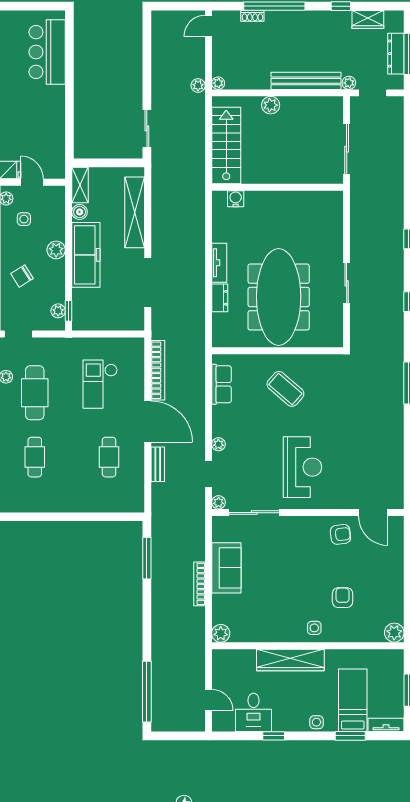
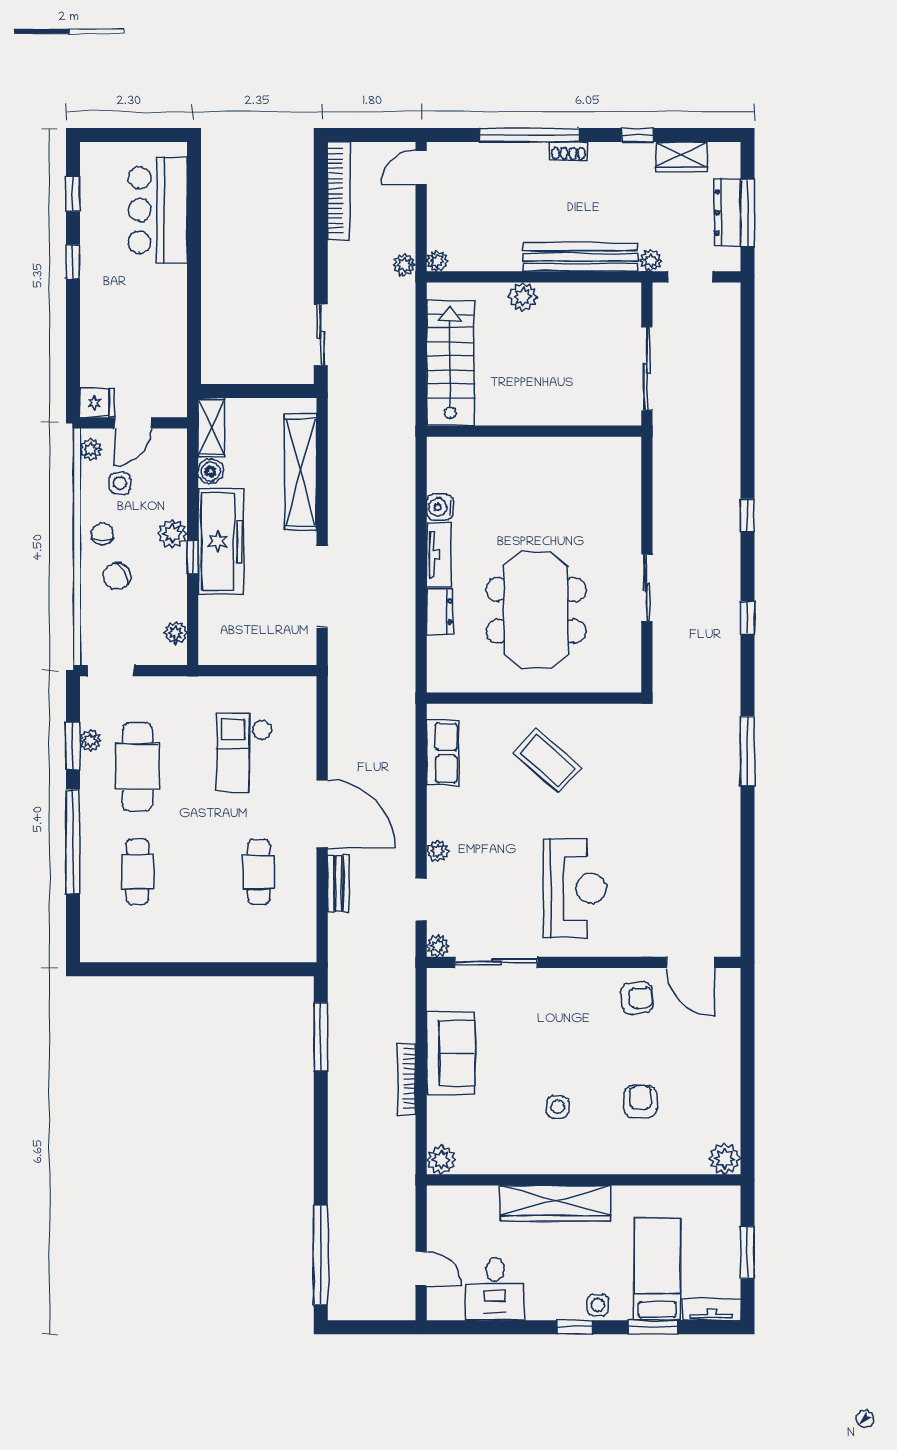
shoe rack: (252, 16) -> (568, 151), moved
door: (32, 182) -> (133, 423), swing flipped
water cooler: (236, 199) -> (440, 507), moved, turned -90
chair: (13, 250) -> (102, 534), added
meeting table: (279, 297) -> (536, 610), width x0.73
window: (69, 311) -> (193, 557), moved
bookcase: (158, 370) -> (339, 191), moved
side table: (314, 628) -> (558, 1107), moved
window: (274, 736) -> (575, 1327), moved

